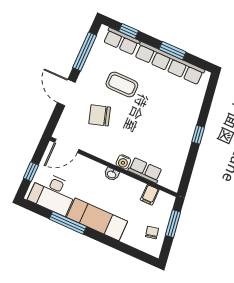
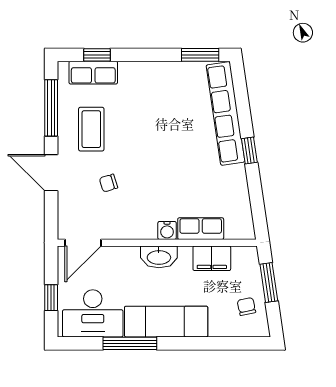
window: (172, 51) -> (200, 55), moved
row of seats: (170, 63) -> (225, 114), moved, turned 82
coffee table: (122, 84) -> (91, 129), moved, turned 90
chair: (100, 115) -> (108, 183), width x0.54, depth x0.54
washbasin: (112, 174) -> (159, 257), width x1.91, depth x1.45
filing cabinet: (150, 195) -> (212, 258), width x2.00

